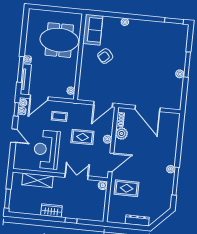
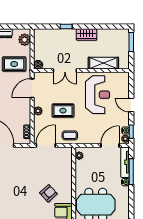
coffee table: (59, 116) -> (70, 135), moved
plant: (122, 133) -> (25, 40), moved

